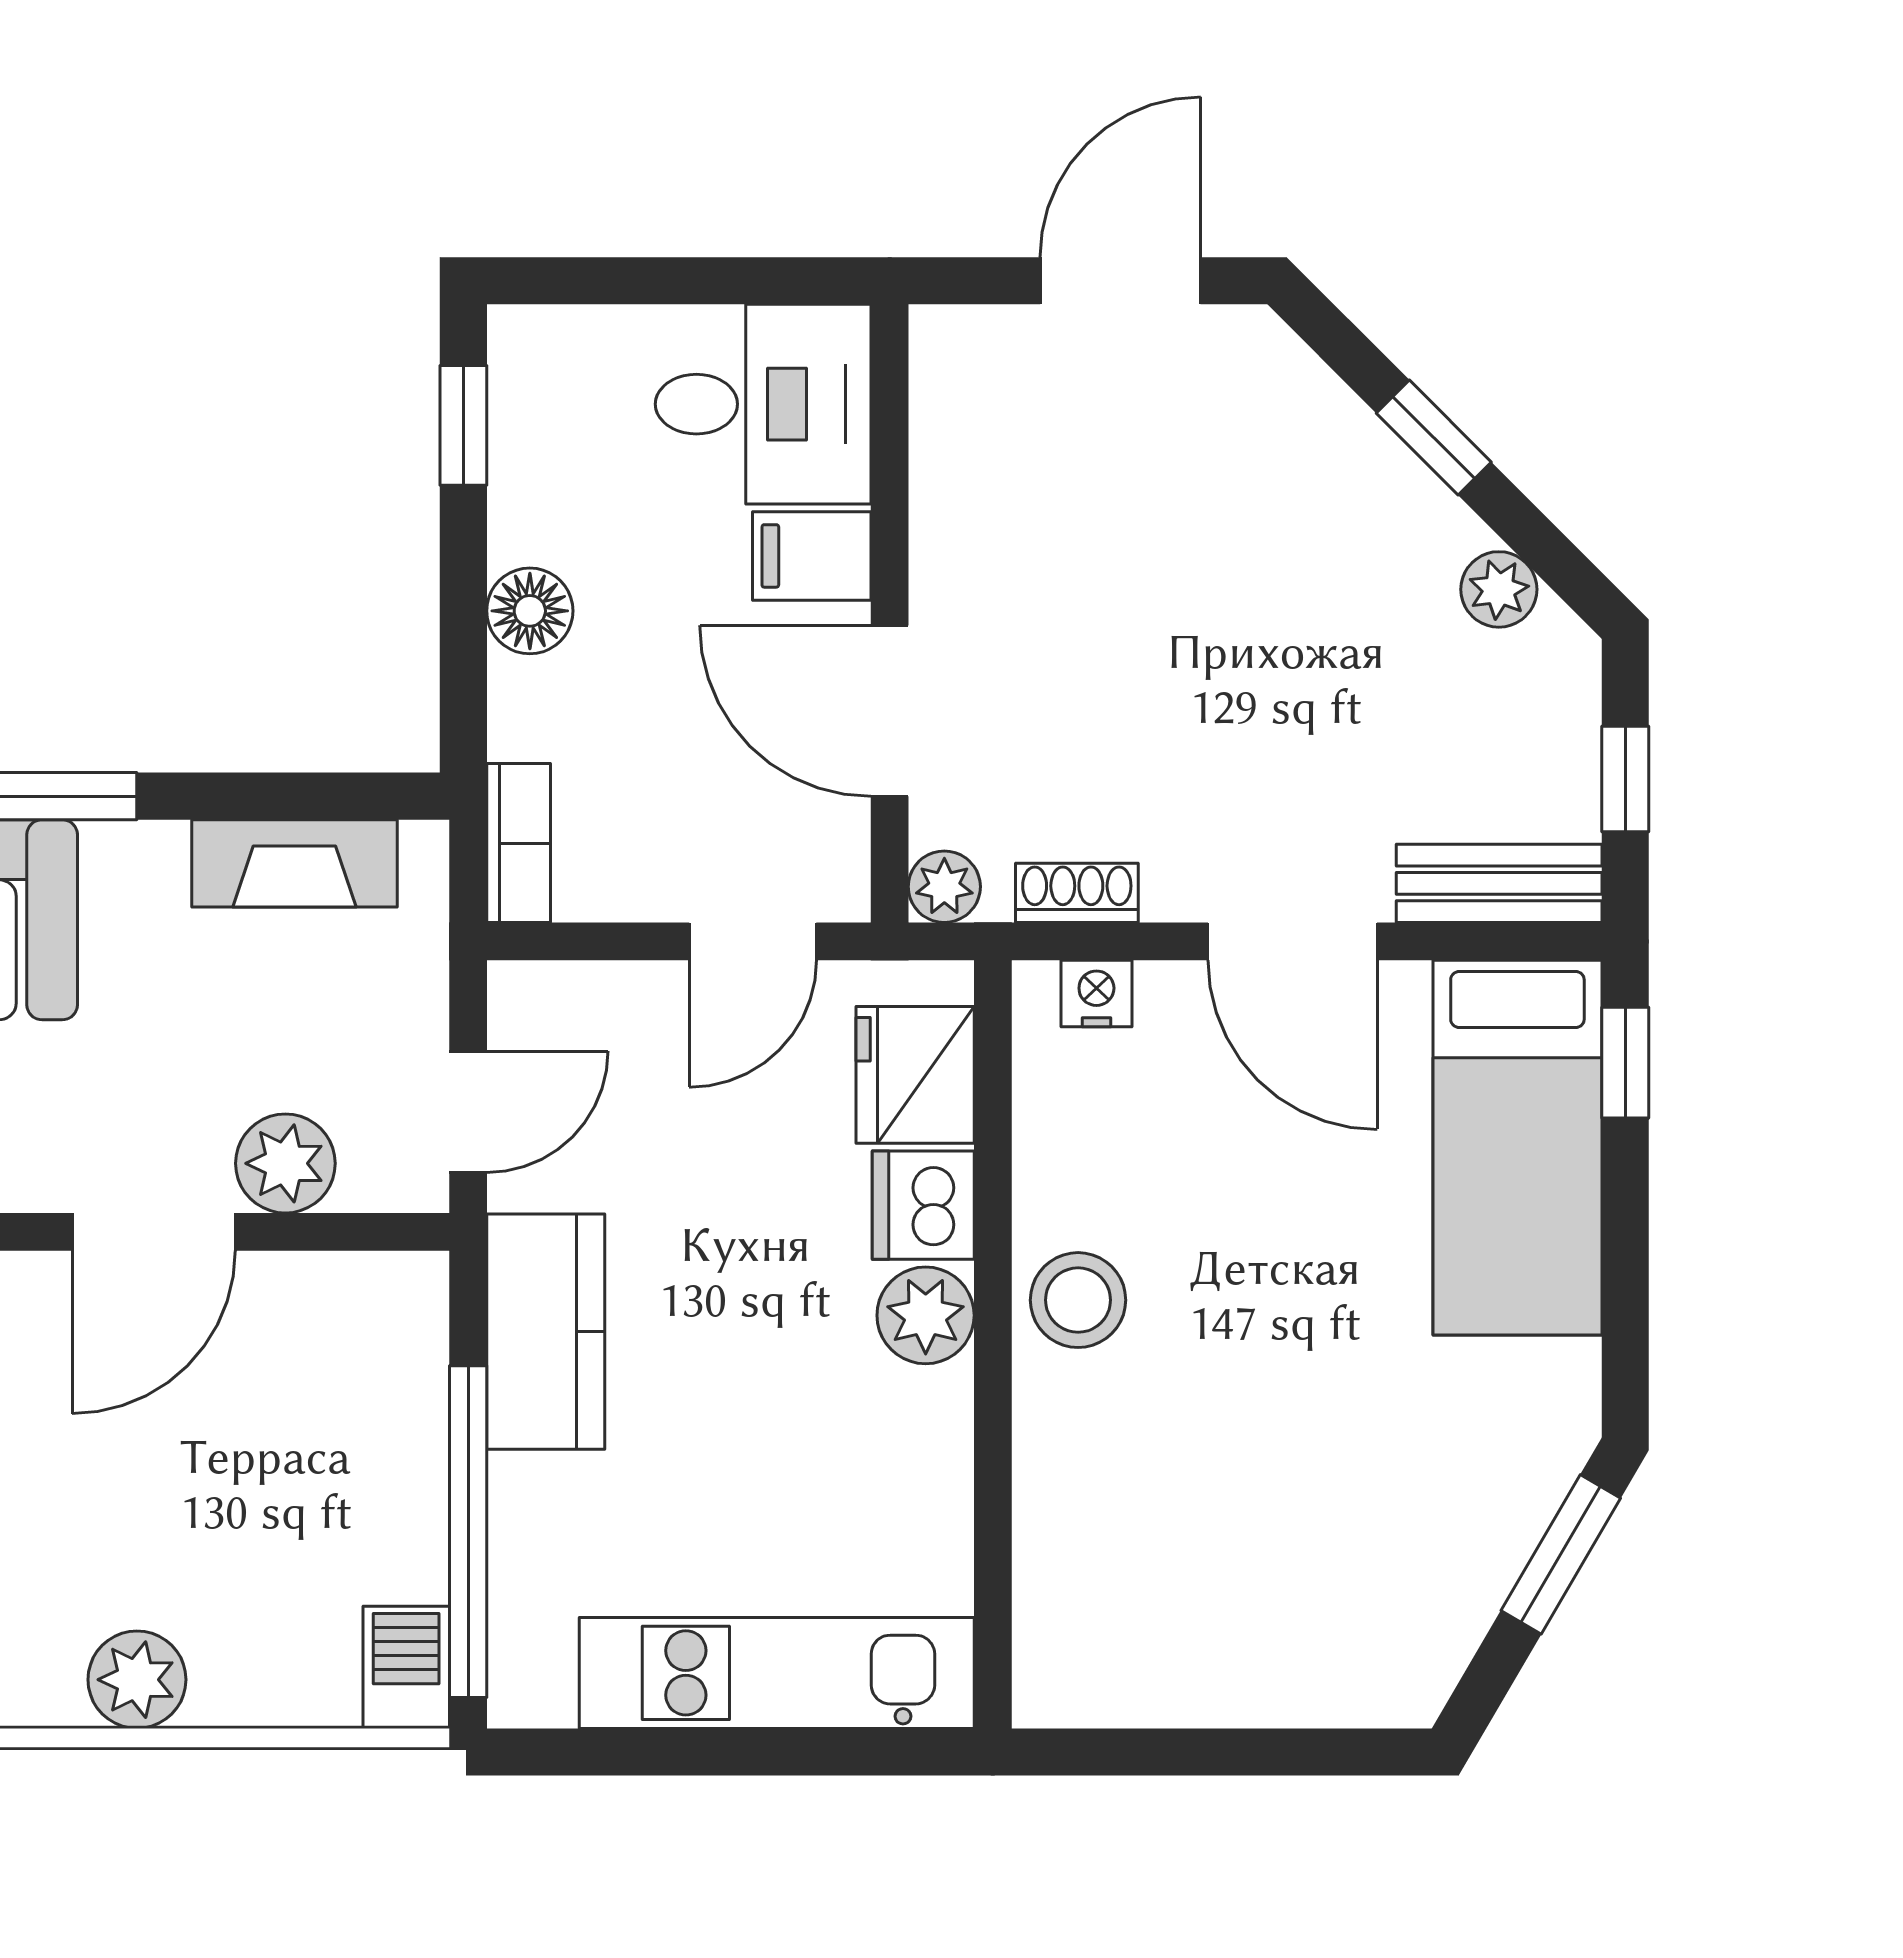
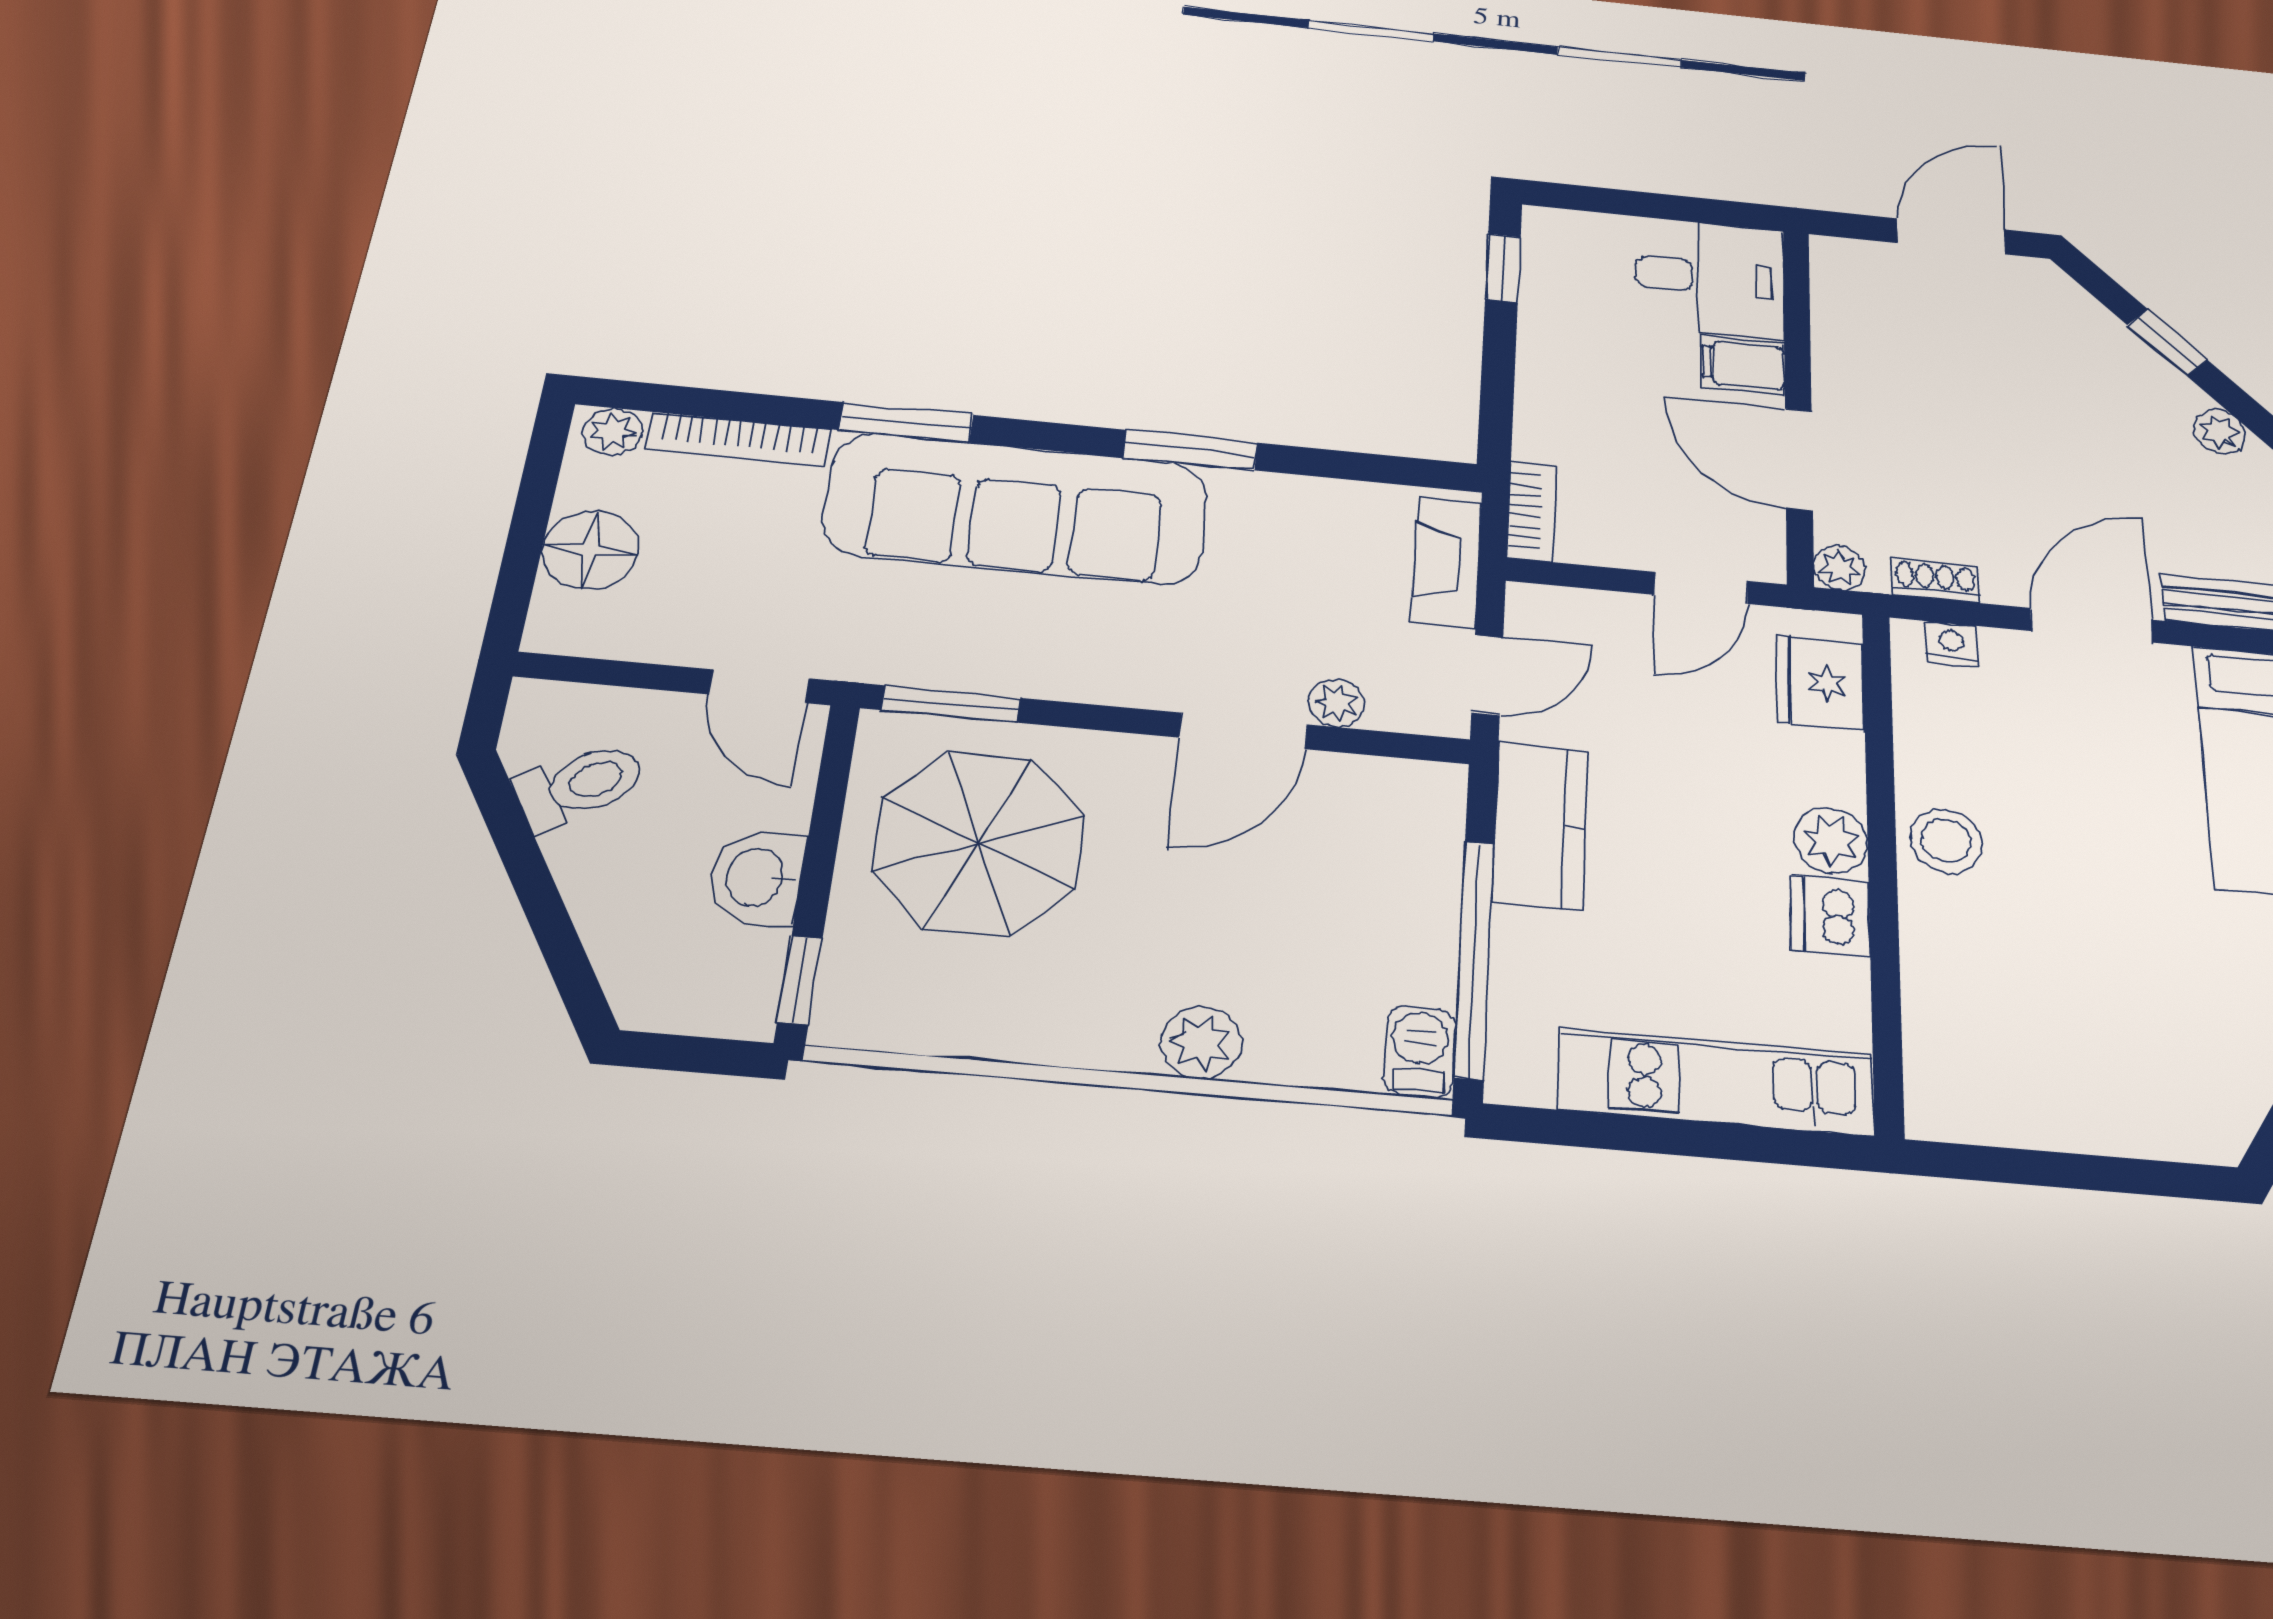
floor lamp: (530, 611) -> (1545, 376), removed
fireplace: (294, 863) -> (1446, 562), moved, turned 90
door: (1293, 941) -> (2092, 625), swing flipped
plant: (285, 1163) -> (1336, 703), width x0.73, depth x0.73
dishwasher: (923, 1205) -> (1831, 916), moved

